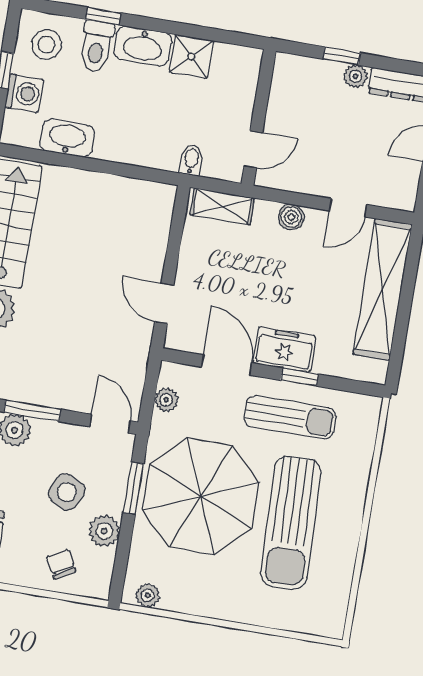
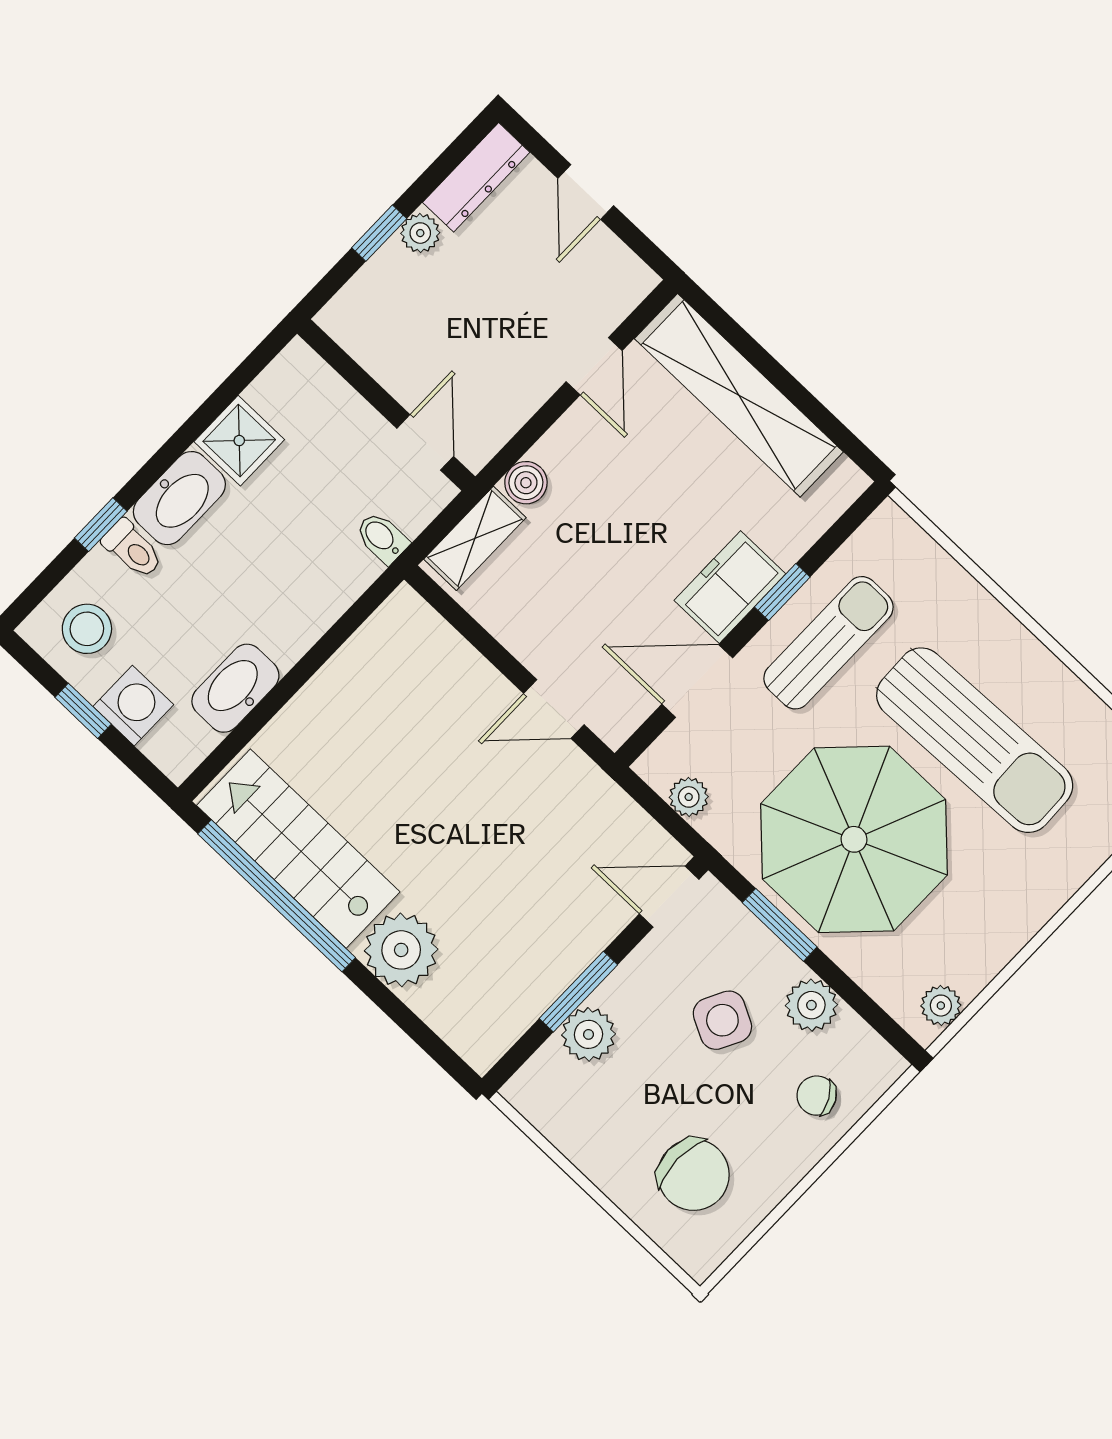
toilet: (96, 46) -> (133, 549), width x0.73, depth x0.72
boiler: (291, 217) -> (526, 483), moved

